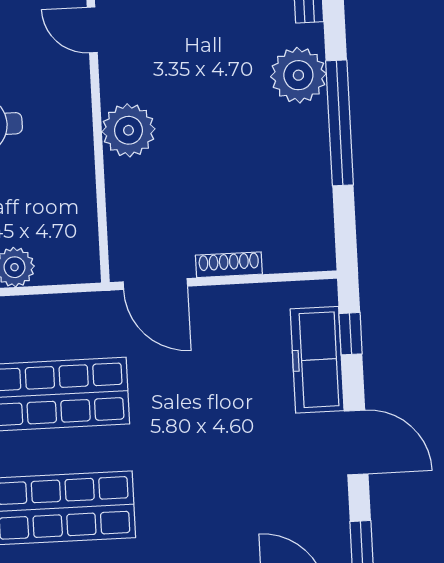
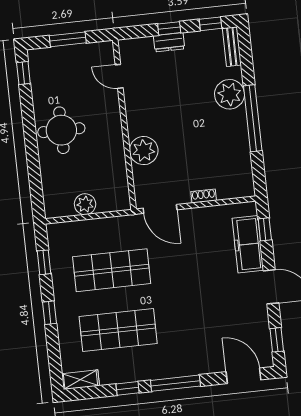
plant: (128, 130) -> (144, 151), moved
shoe rack: (229, 265) -> (204, 196), width x0.70

